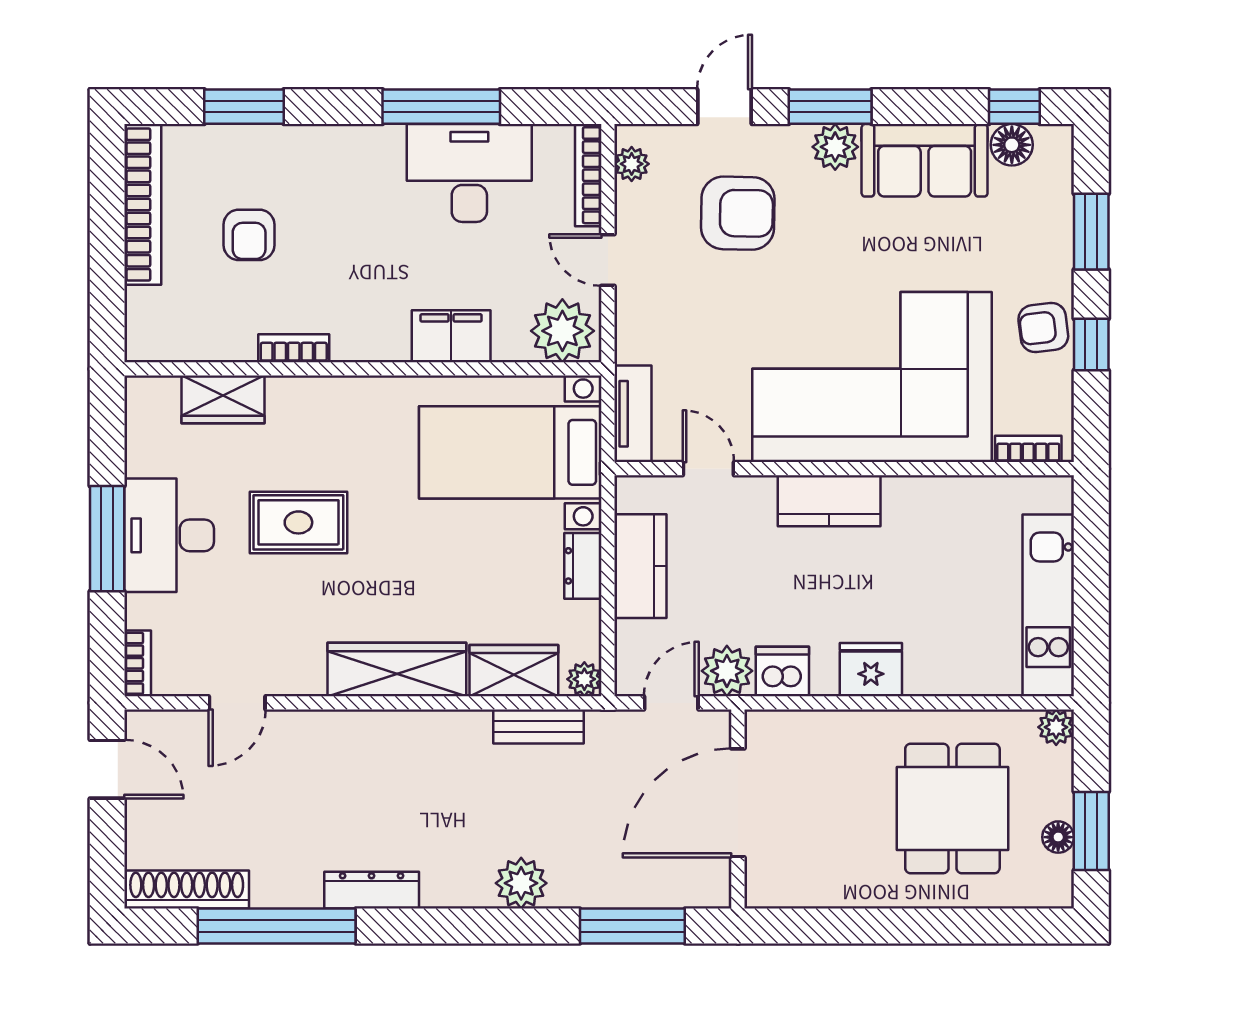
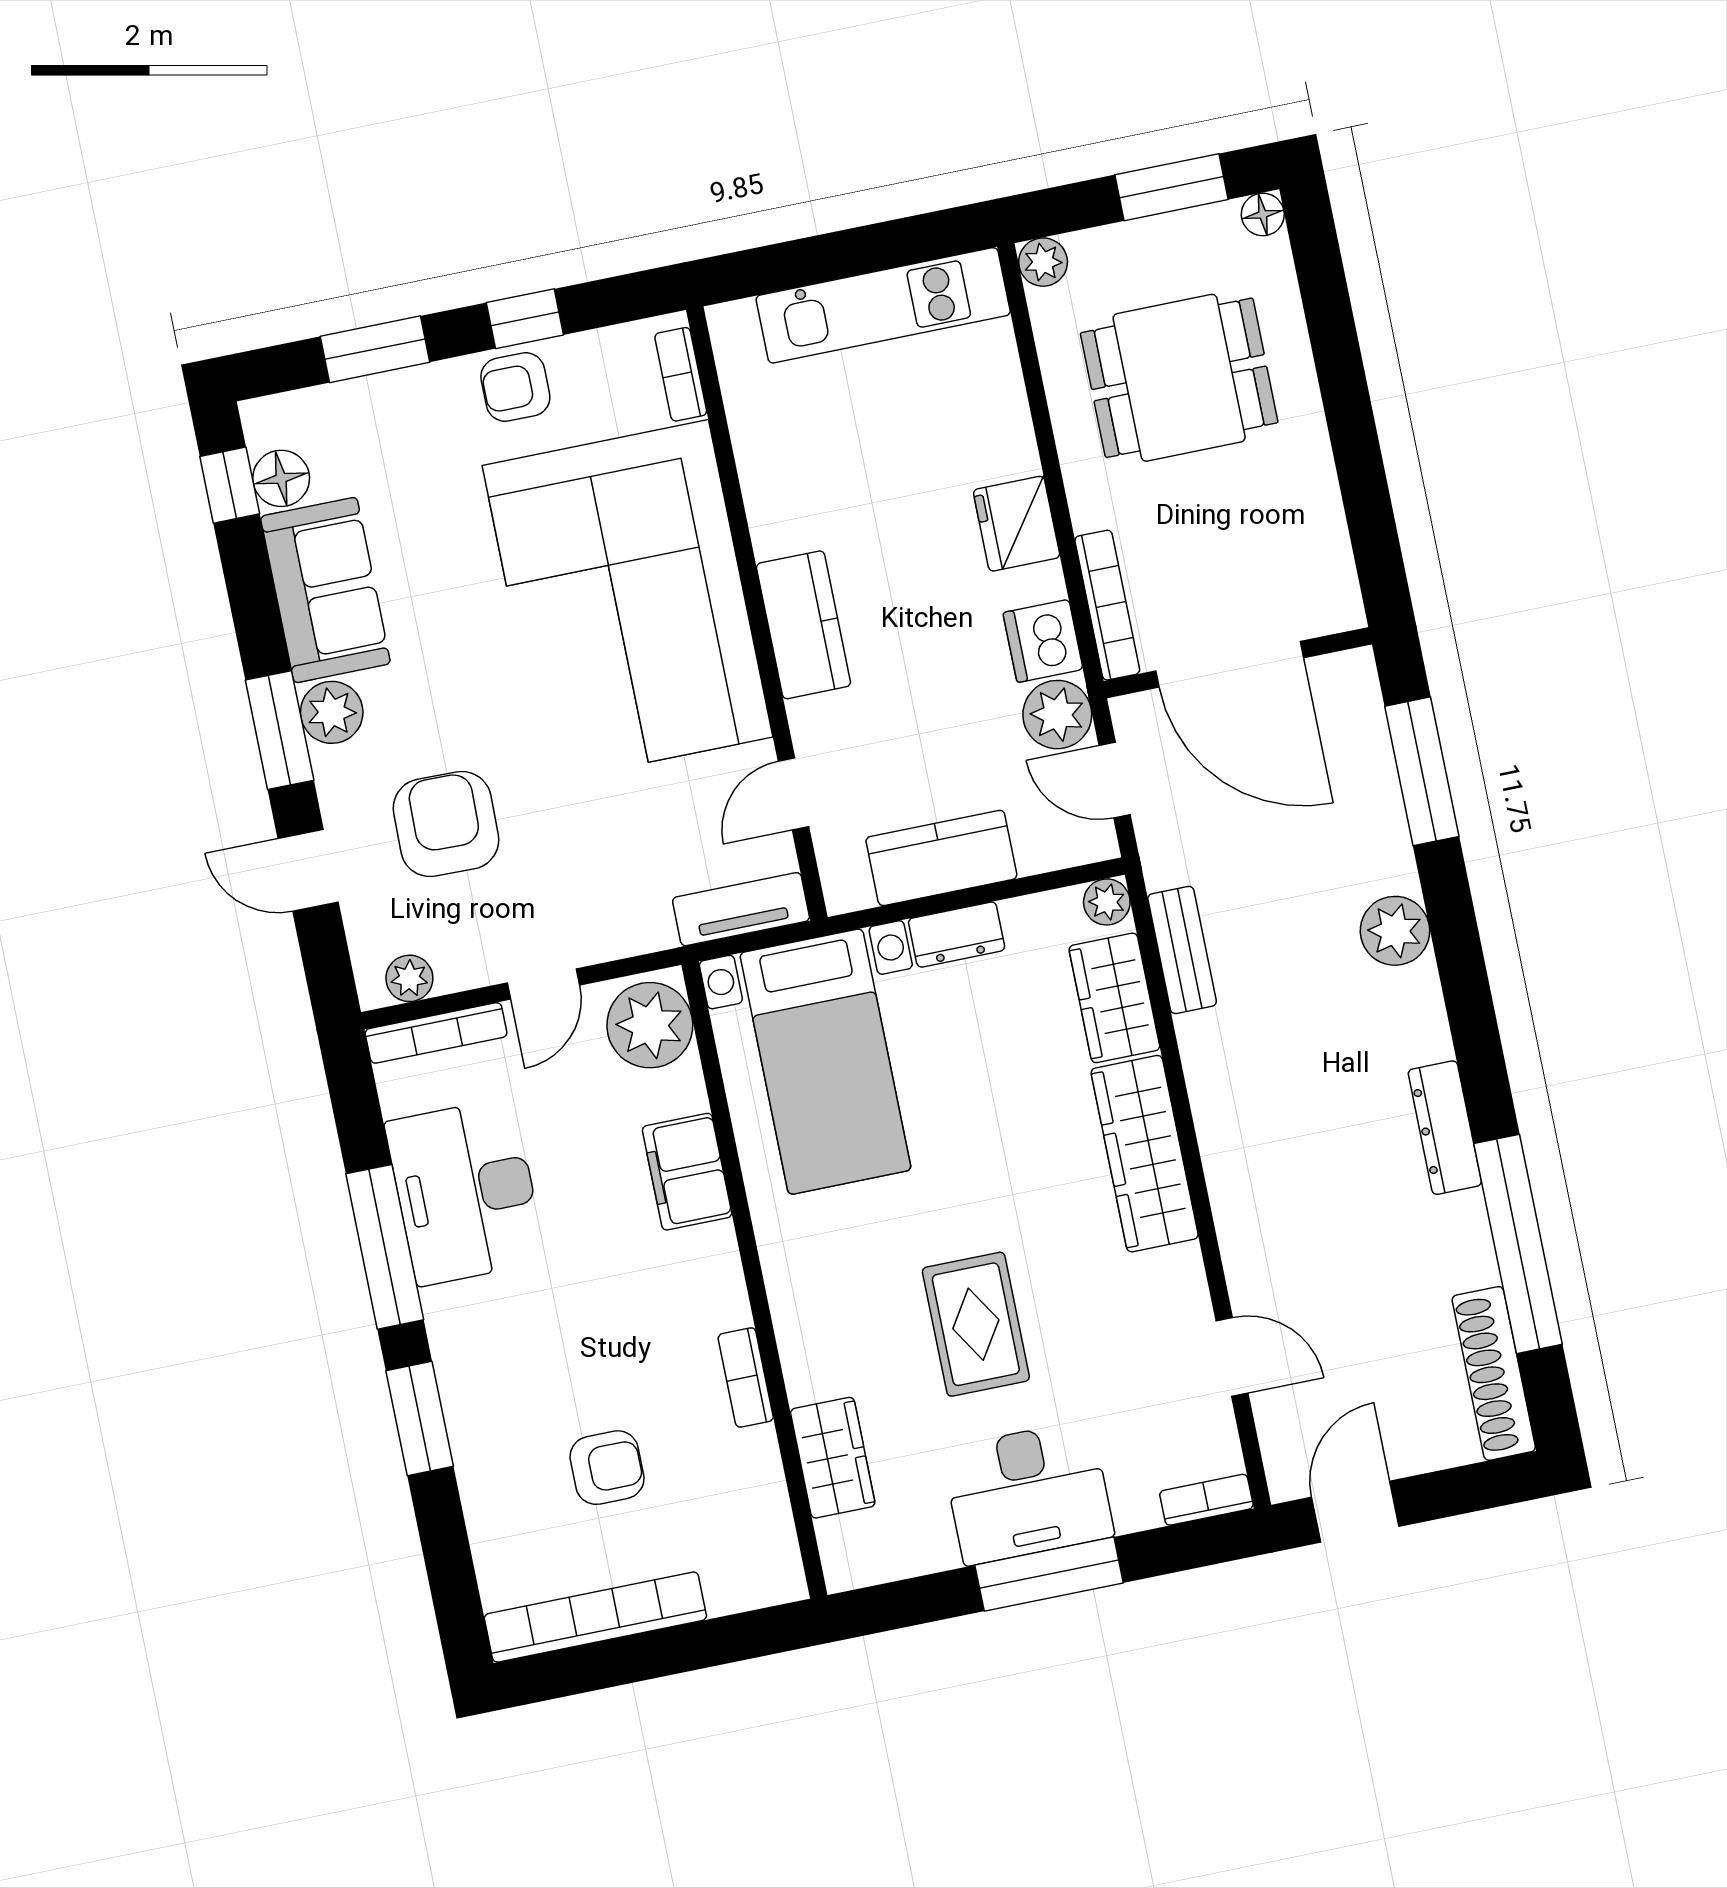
window: (244, 107) -> (420, 1419), moved
armchair: (1043, 328) -> (515, 387), turned 97
bookcase: (799, 723) -> (1107, 605), added
floor lamp: (1058, 837) -> (1263, 214), moved

